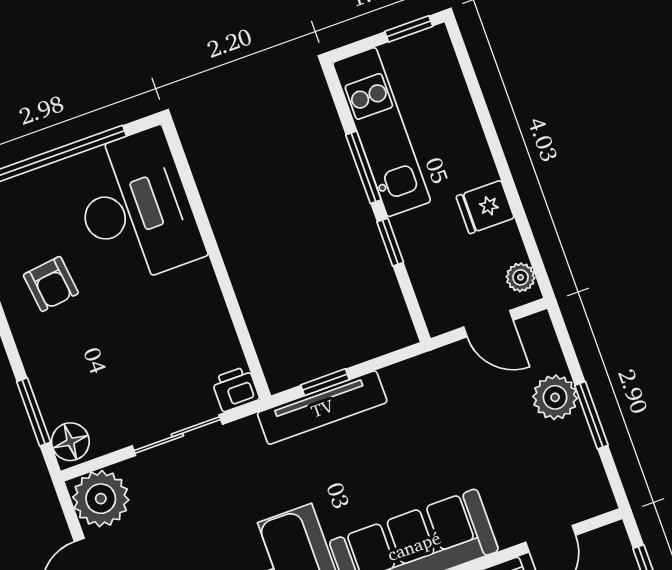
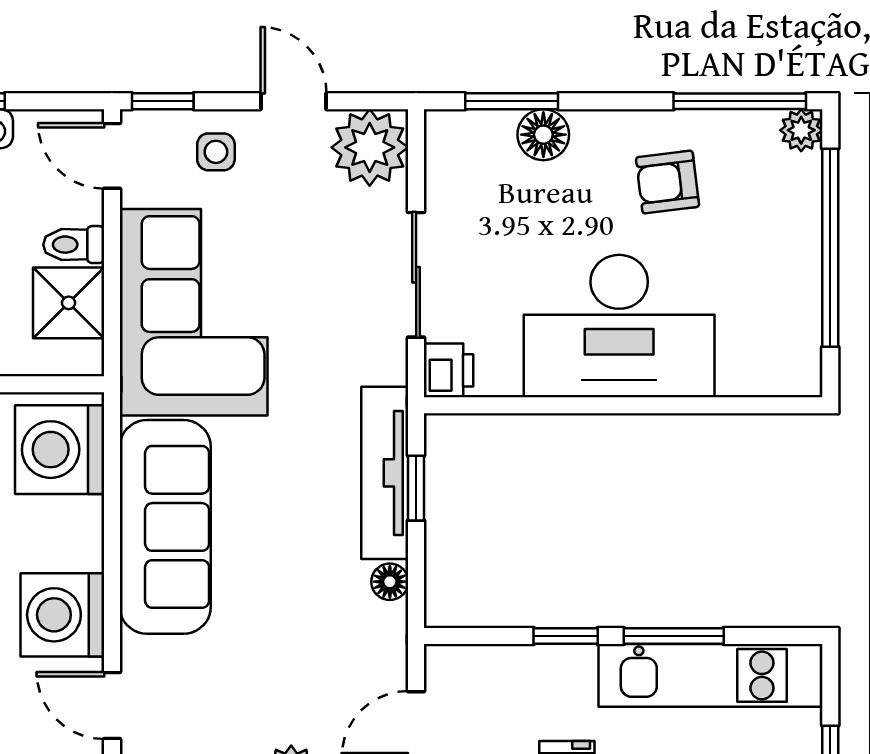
desk: (136, 207) -> (619, 326), moved
floor lamp: (396, 377) -> (390, 582), added
floor lamp: (70, 442) -> (543, 135), moved

